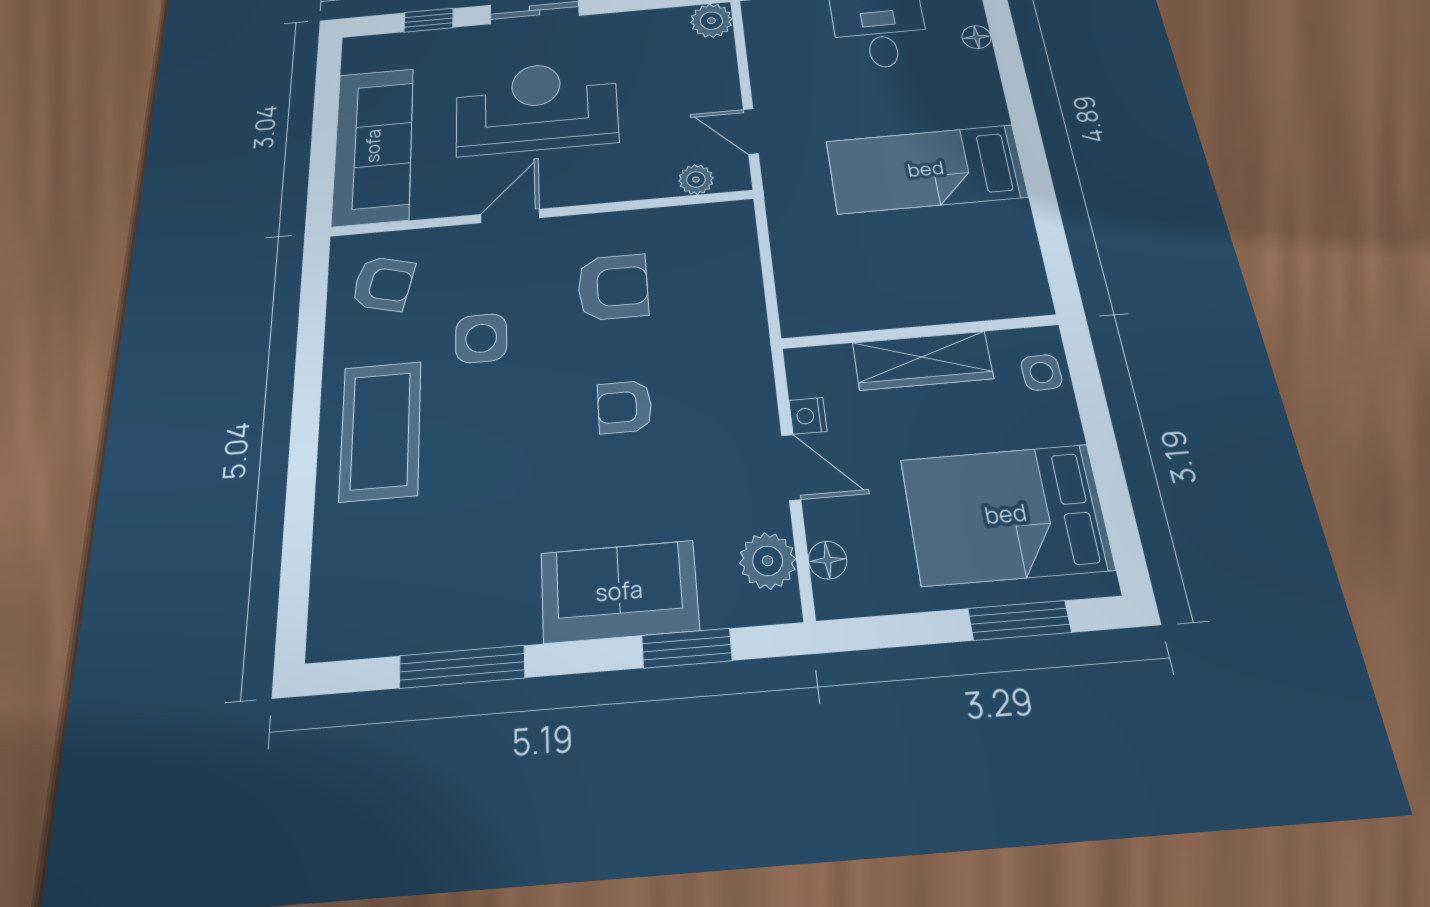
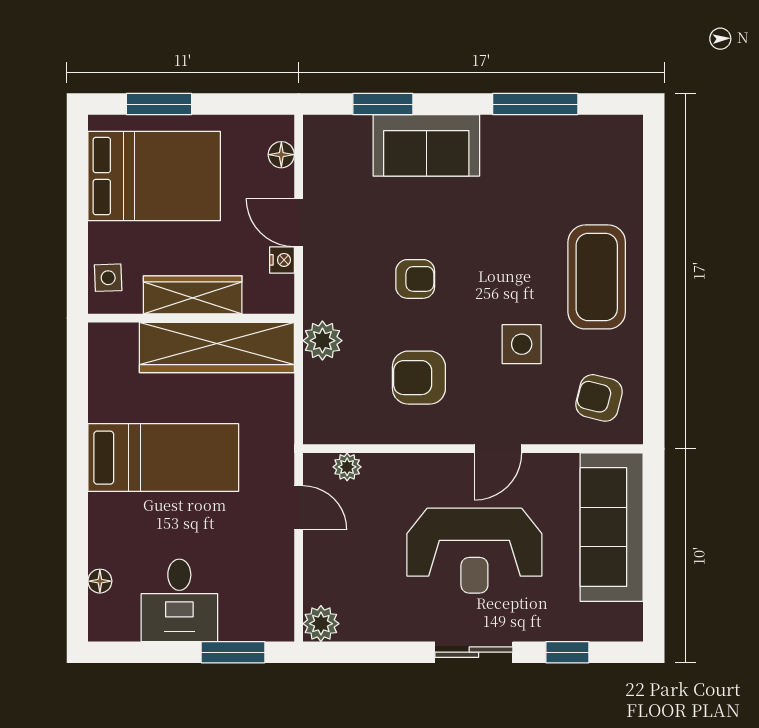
wardrobe: (879, 299) -> (217, 348), added
plant: (768, 561) -> (322, 341), moved

